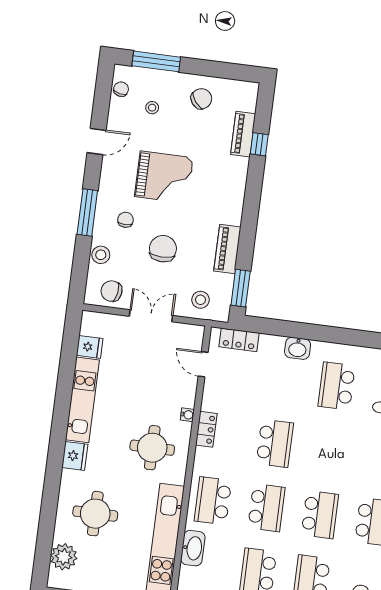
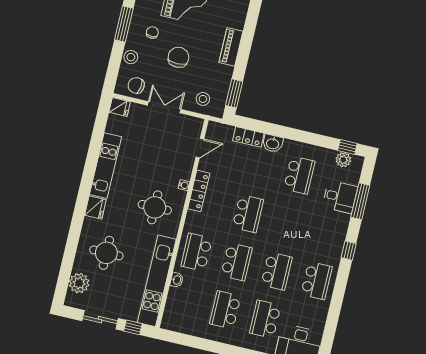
piano: (227, 249) -> (231, 47), moved
locker: (239, 340) -> (248, 137), moved
fridge: (90, 347) -> (120, 107), moved
door: (203, 364) -> (200, 148), swing flipped
school desk: (337, 386) -> (299, 175), turned 180
locker: (206, 429) -> (199, 191), width x1.53
washbasin: (193, 548) -> (177, 280), width x0.52, depth x0.69

